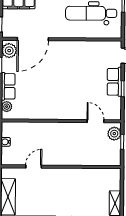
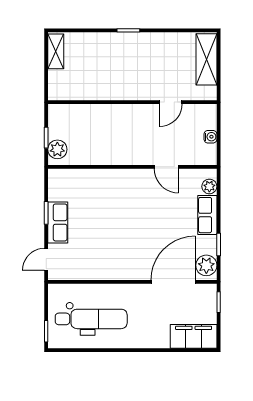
door: (96, 121) -> (166, 167), moved

